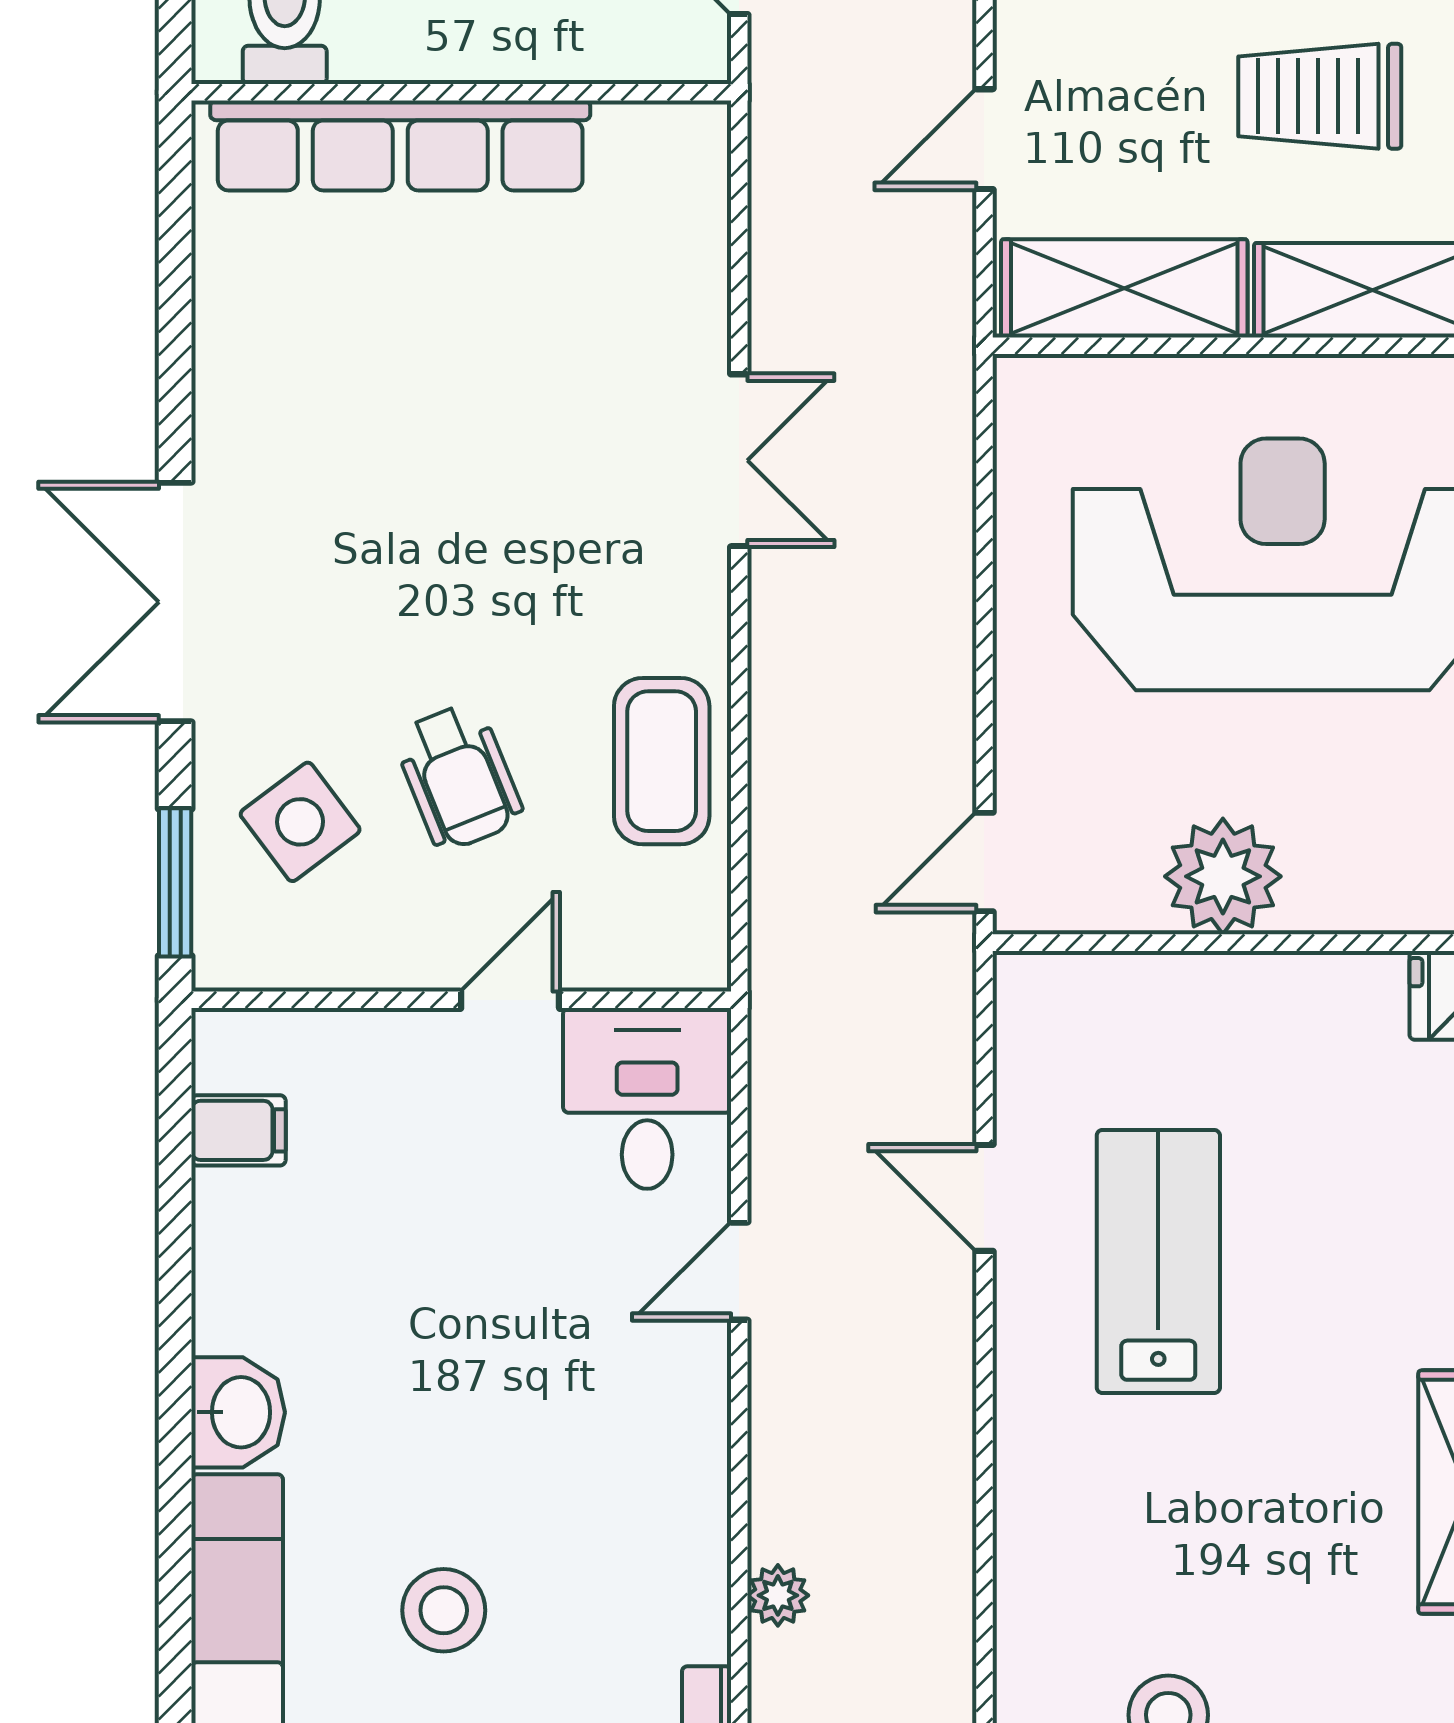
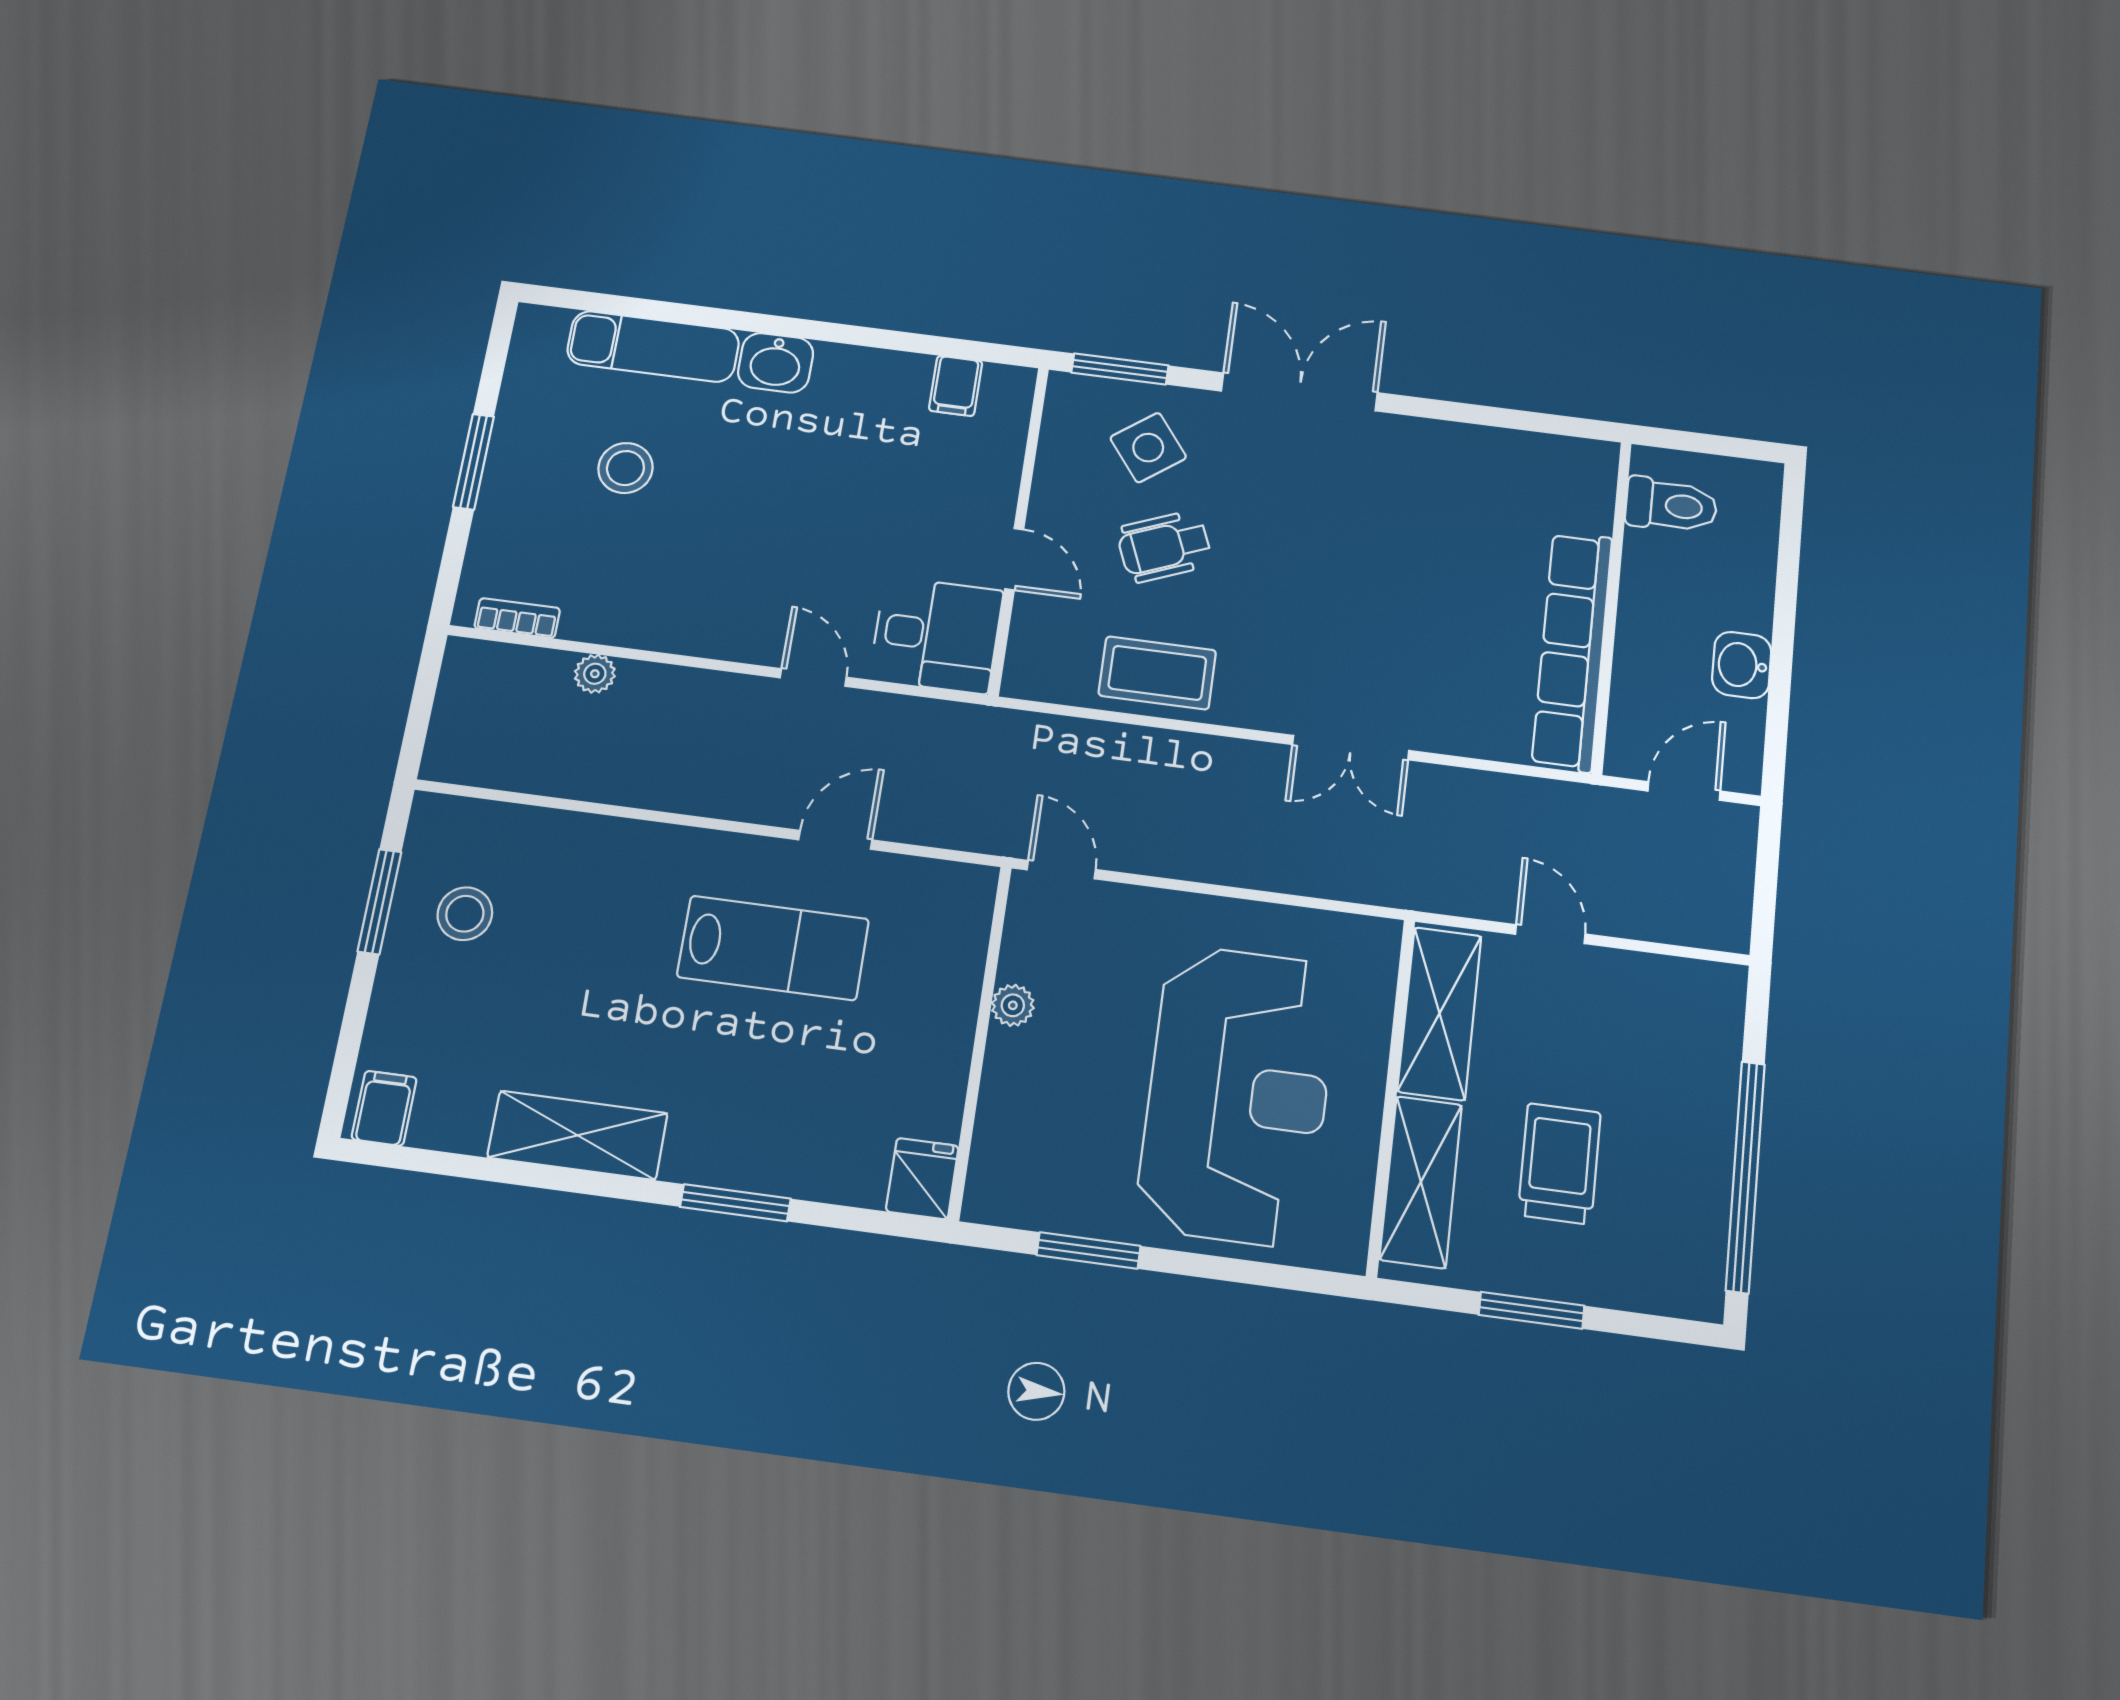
row of seats: (400, 146) -> (1572, 651), moved
plant: (1223, 876) -> (1013, 1005), width x0.53, depth x0.53

